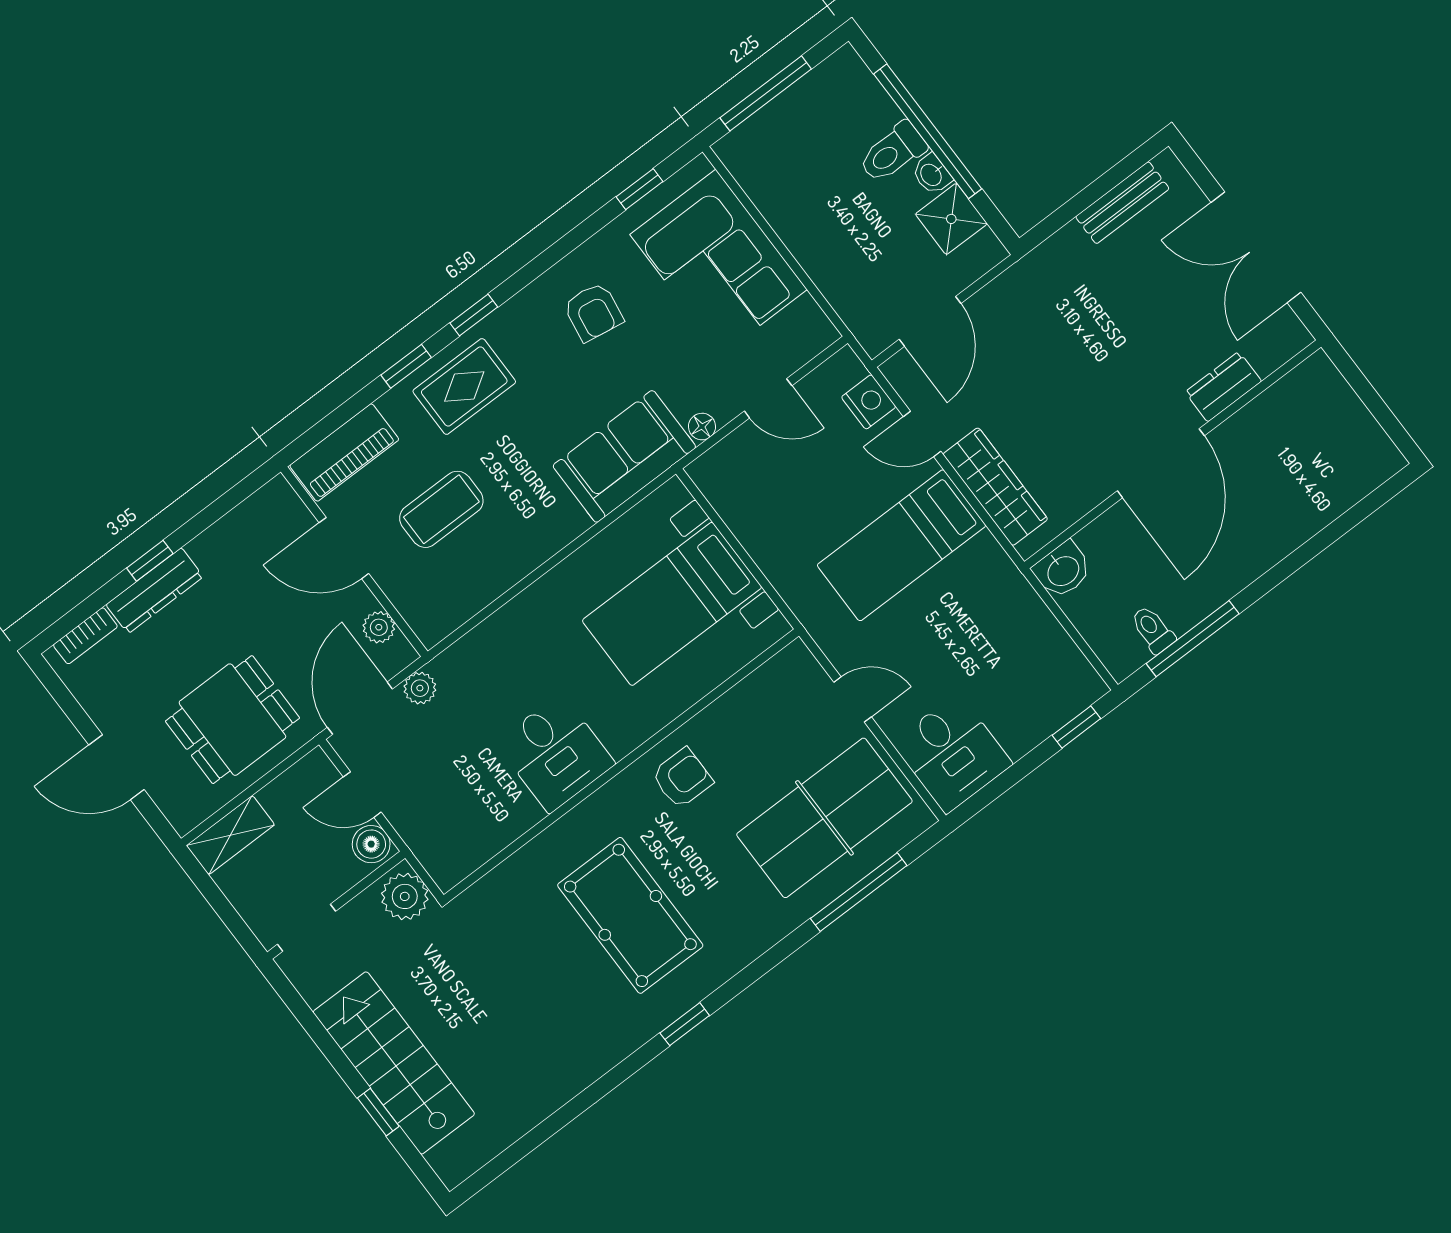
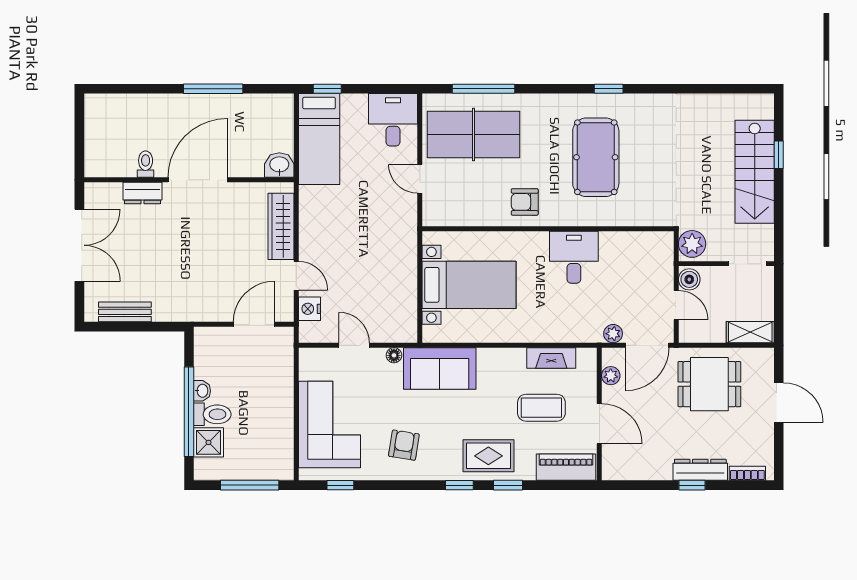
shower: (951, 219) -> (208, 442), moved
bed: (902, 545) -> (319, 139), moved, turned 90
fireplace: (480, 589) -> (551, 358), added
toilet: (1153, 630) -> (146, 164), moved, turned 180
window: (1193, 639) -> (213, 89), moved

